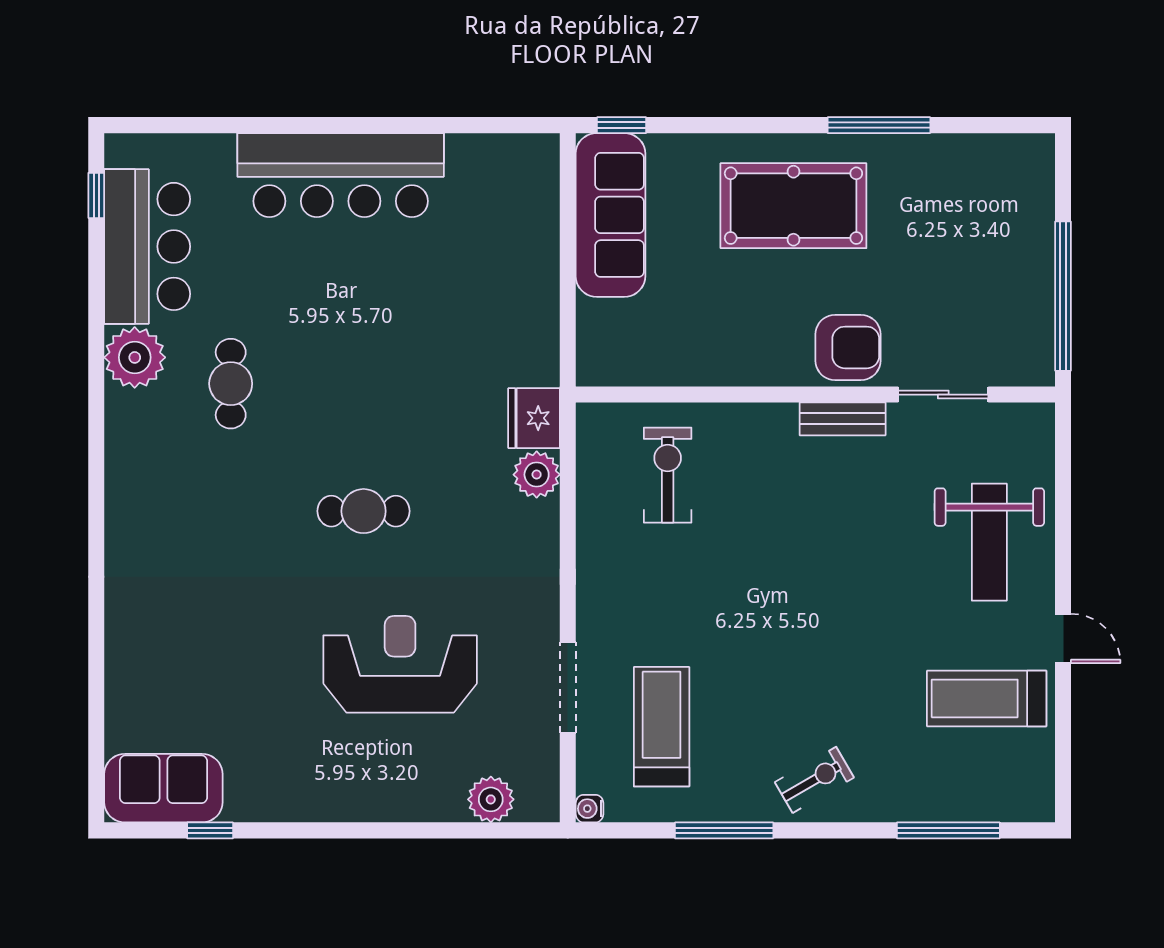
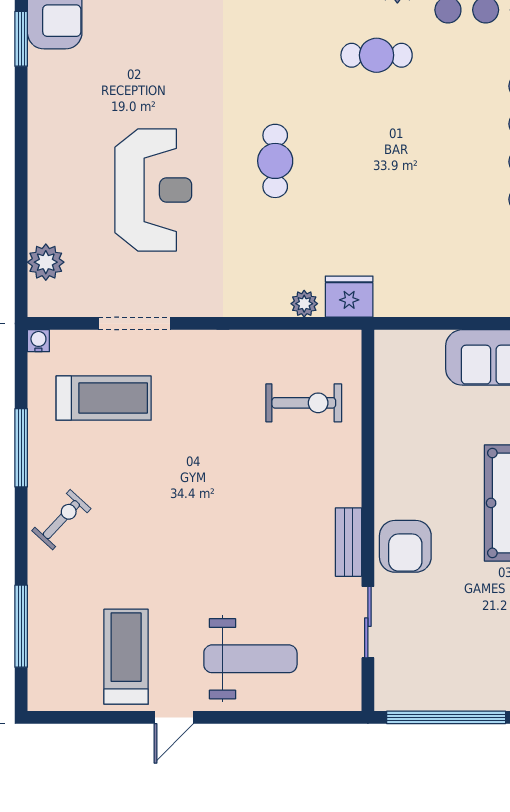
plant: (537, 475) -> (304, 304), width x0.73, depth x0.73
weight bench: (989, 542) -> (250, 659), turned 180
exercise bike: (814, 780) -> (61, 520), turned -107
window: (210, 830) -> (21, 39), width x1.50

